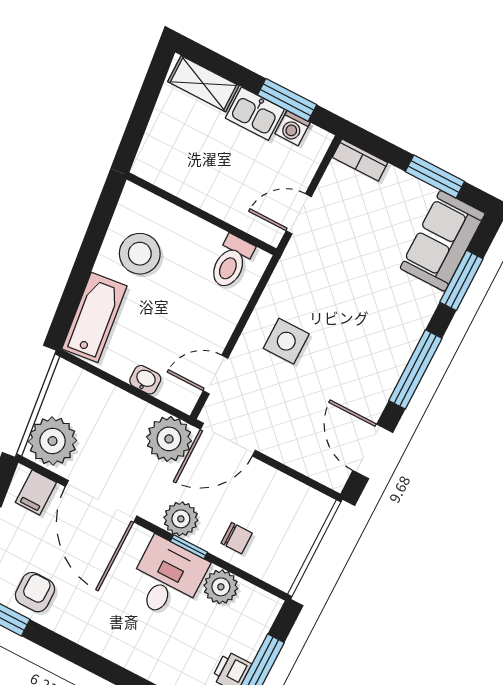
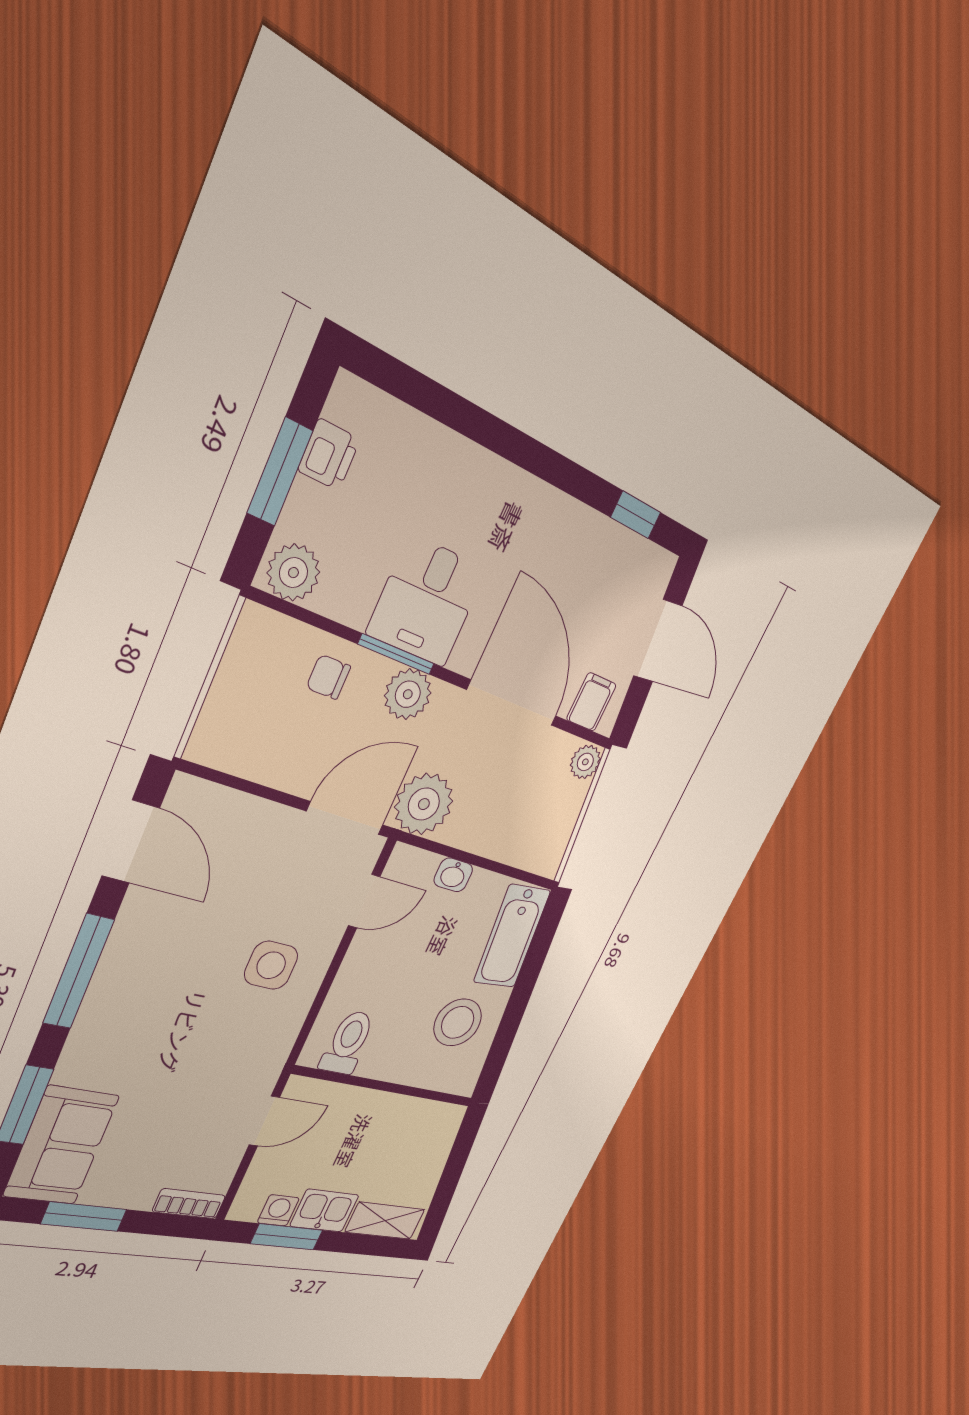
plant: (53, 441) -> (585, 762), width x0.53, depth x0.53
window: (189, 547) -> (396, 654), width x1.50
plant: (221, 587) -> (293, 573), moved
armchair: (35, 592) -> (602, 560), removed

